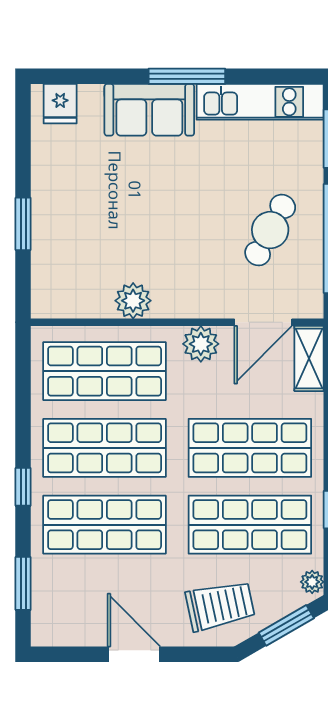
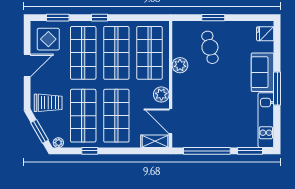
cafe table: (270, 230) -> (210, 47), moved, turned 49
display table: (73, 605) -> (48, 39), added
trolley: (220, 606) -> (48, 103), turned -78

